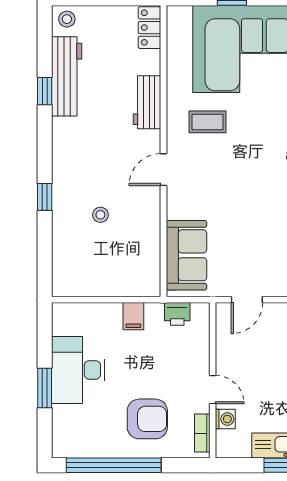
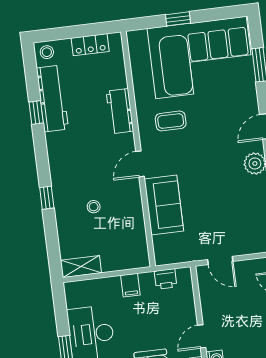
locker: (149, 28) -> (90, 45), moved, turned -90
sofa: (186, 255) -> (164, 205), moved
shelving: (76, 286) -> (81, 267), added
door: (247, 300) -> (220, 260), hinge flipped
door: (213, 390) -> (202, 336), swing flipped

